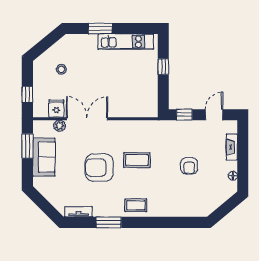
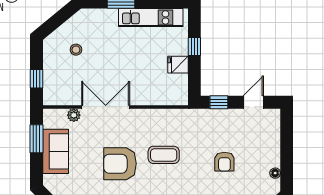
fridge: (56, 109) -> (178, 65), moved, turned -90
fireplace: (232, 147) -> (274, 140), removed

